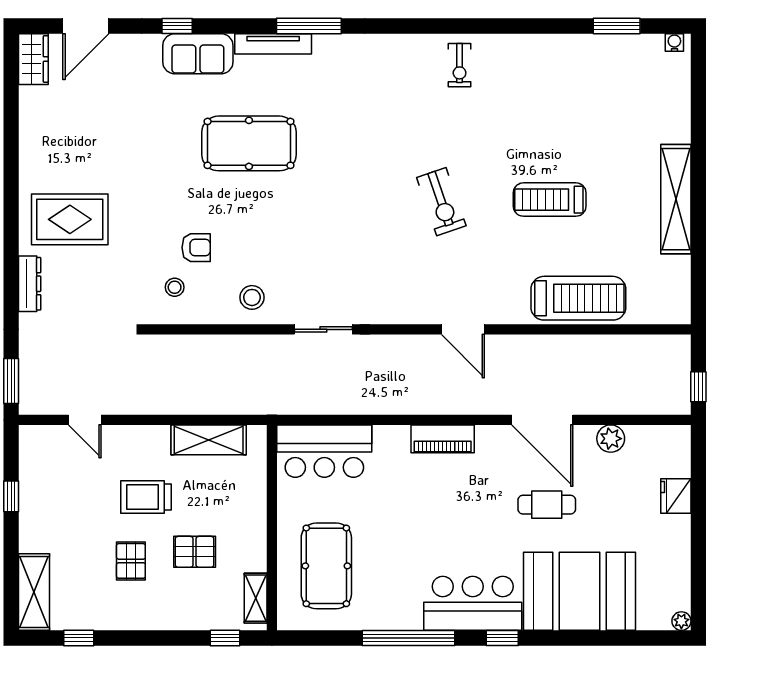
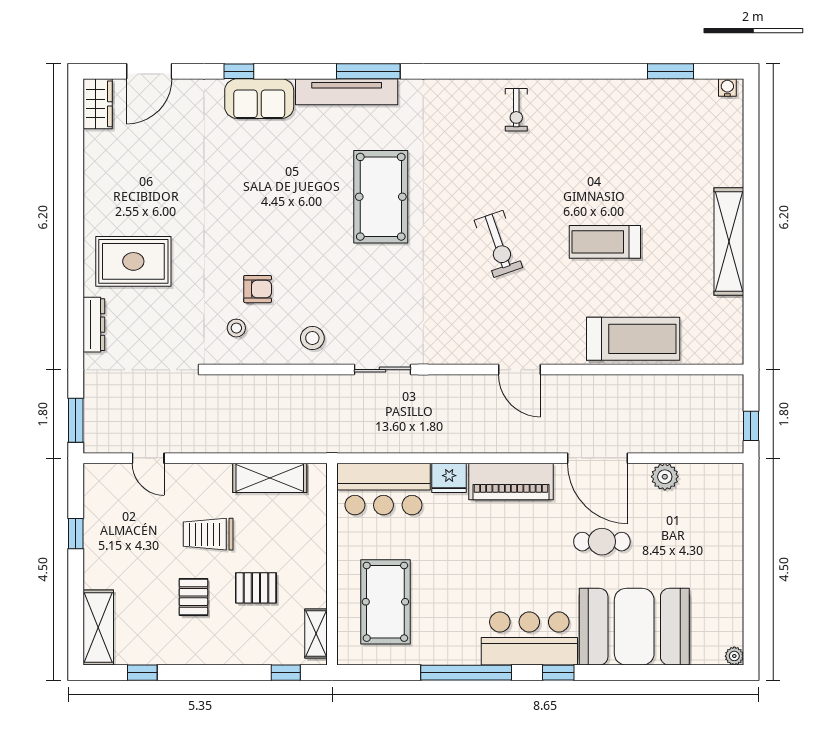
tv unit: (273, 44) -> (347, 92), width x1.36, depth x1.29
pool table: (249, 143) -> (381, 197), moved, turned 90
piano: (443, 439) -> (511, 481), width x1.37, depth x1.33
fridge: (676, 496) -> (449, 478), moved, turned -90

